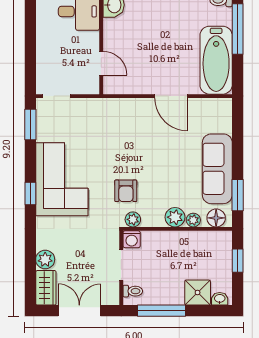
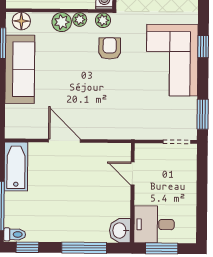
bathtub: (216, 60) -> (16, 167), width x0.73, depth x0.73
plant: (193, 220) -> (80, 19), moved

